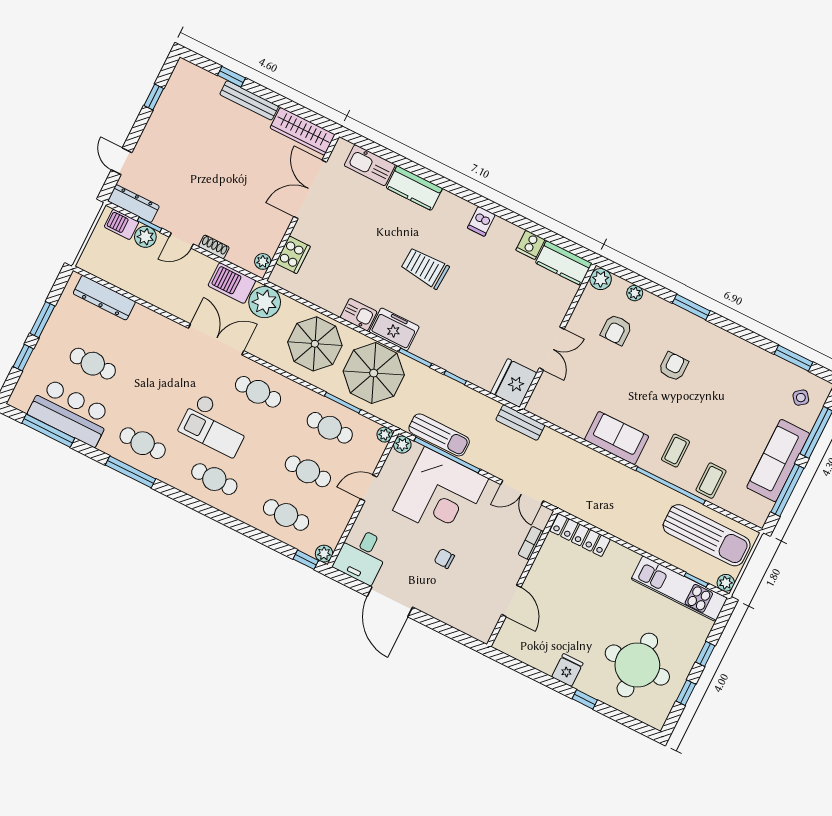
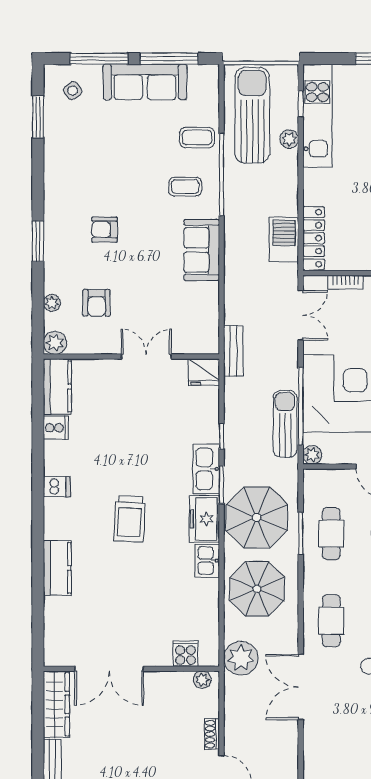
kitchen sink: (370, 165) -> (206, 469), moved, turned 180
cooker: (293, 255) -> (186, 654), width x0.73
barbecue: (232, 283) -> (284, 240), moved, turned 180
armchair: (616, 330) -> (96, 303), turned 90
fridge: (514, 383) -> (204, 372), width x0.73, depth x0.75
plant: (385, 435) -> (311, 477), removed
plant: (726, 583) -> (289, 139), moved

